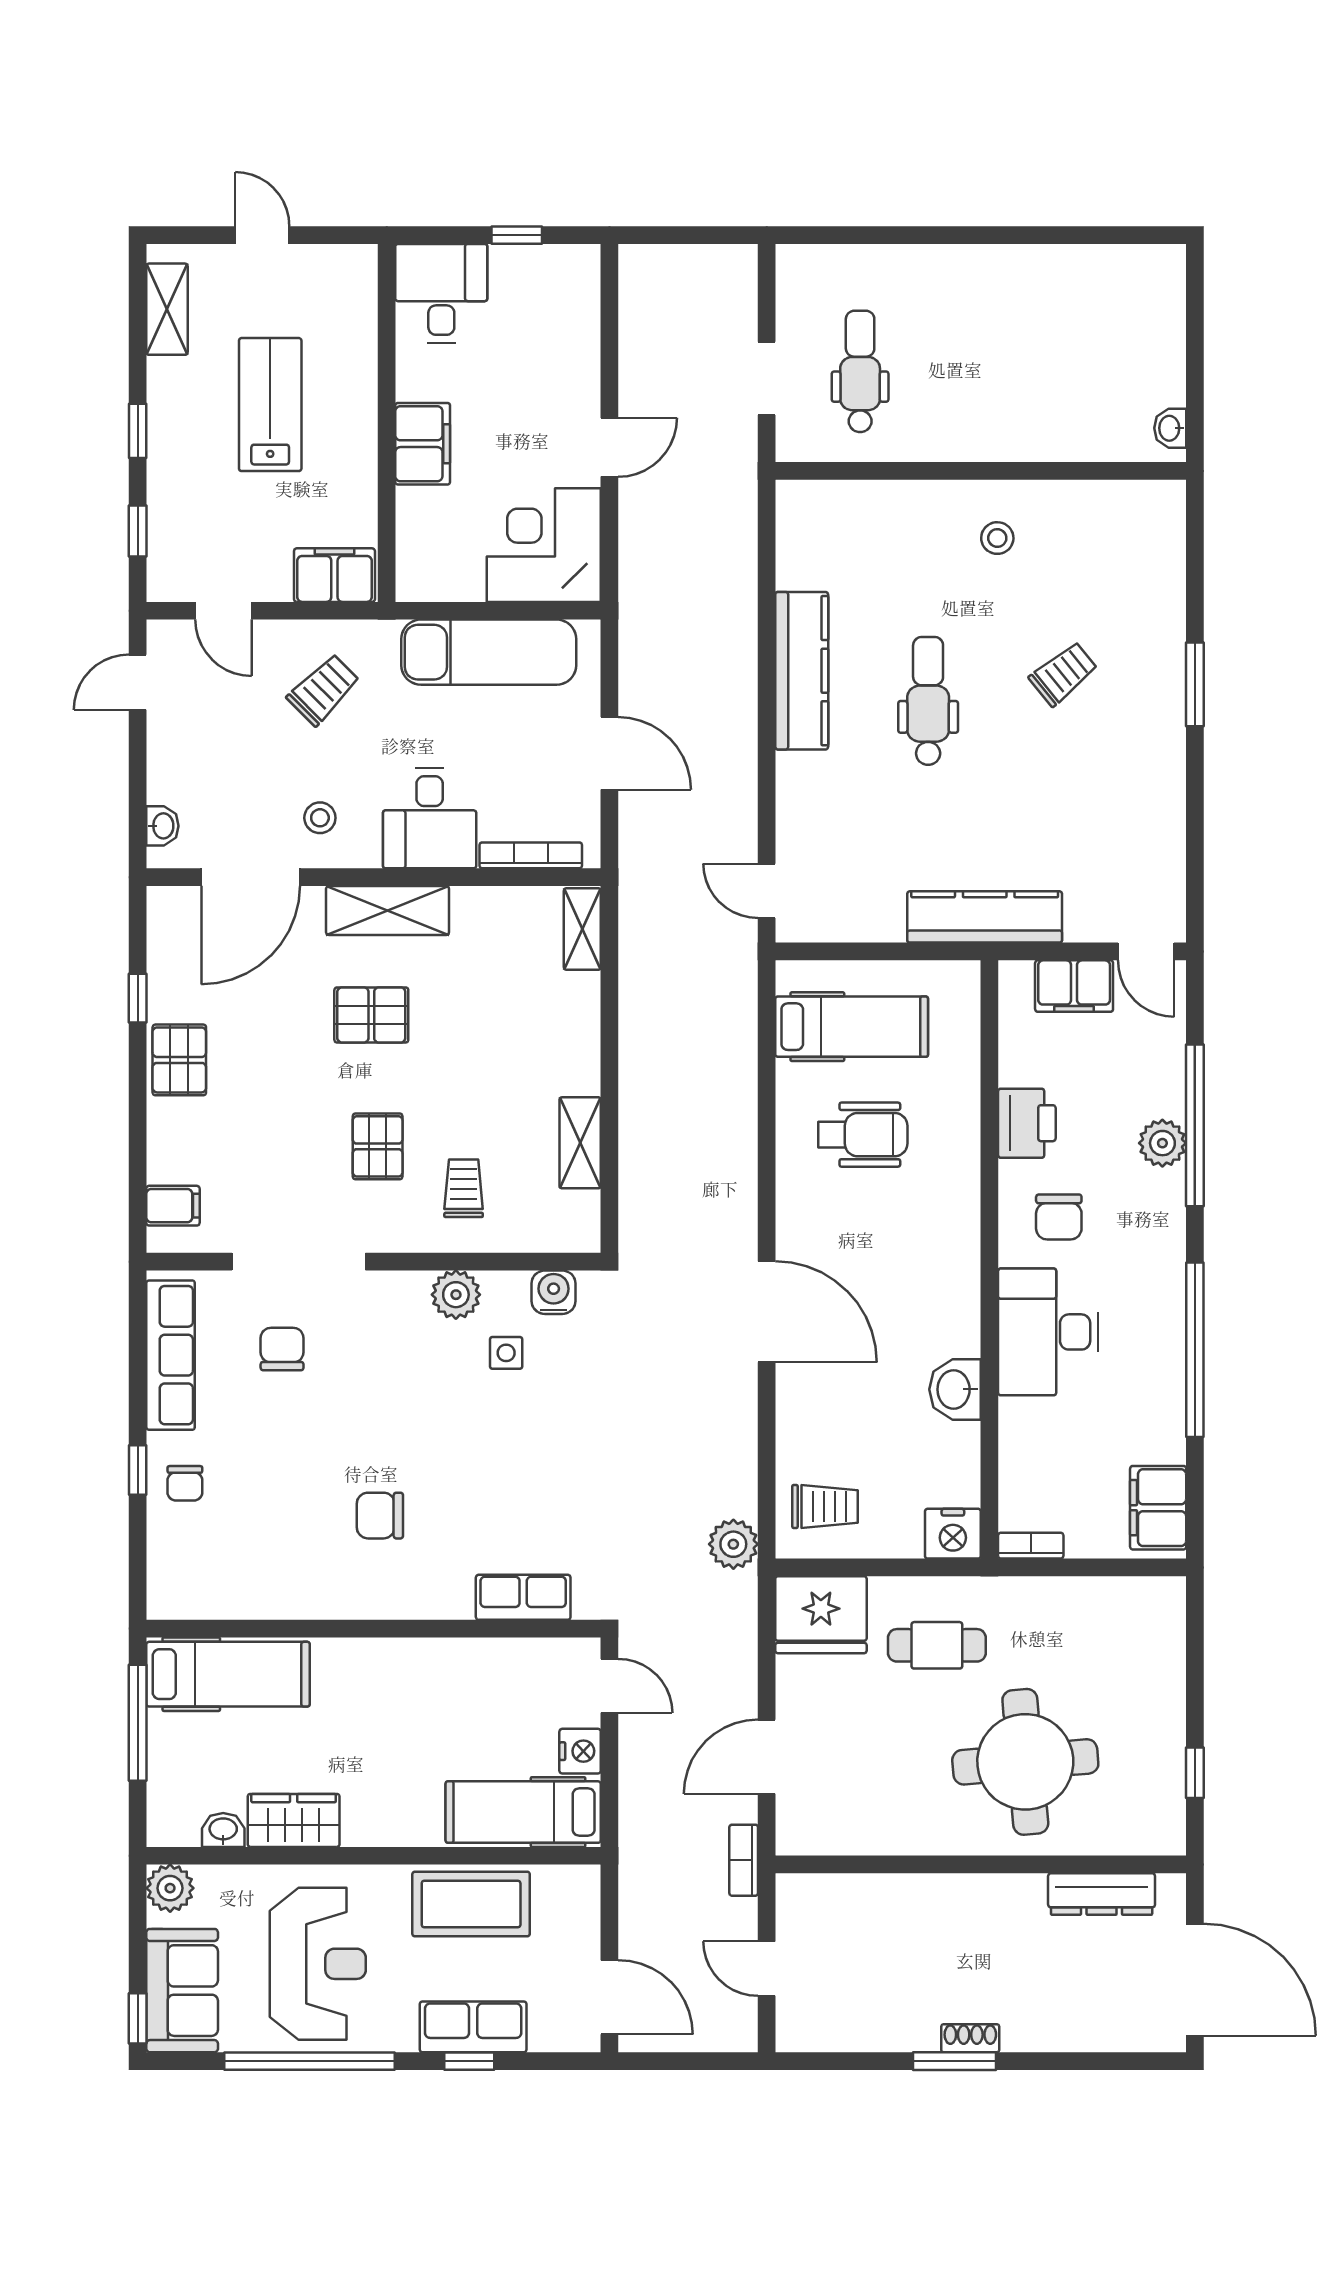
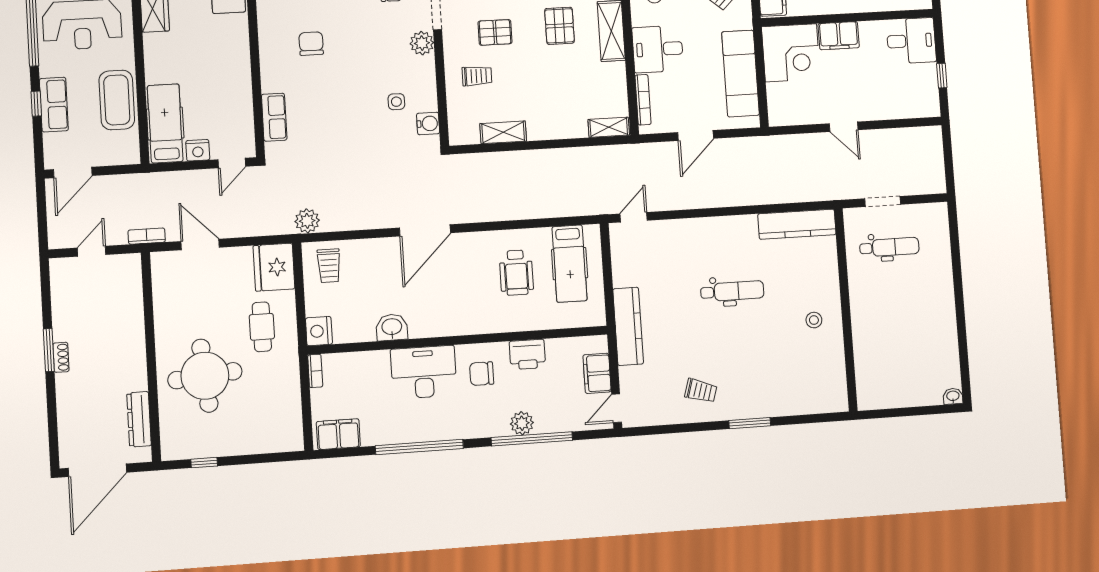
washbasin: (1170, 428) -> (953, 396), moved
corner desk: (544, 545) -> (791, 53), moved, turned 90
kitchen counter: (802, 671) -> (797, 224), moved
trolley: (1063, 674) -> (701, 391), moved, turned -34
plant: (456, 1295) -> (422, 43), moved

